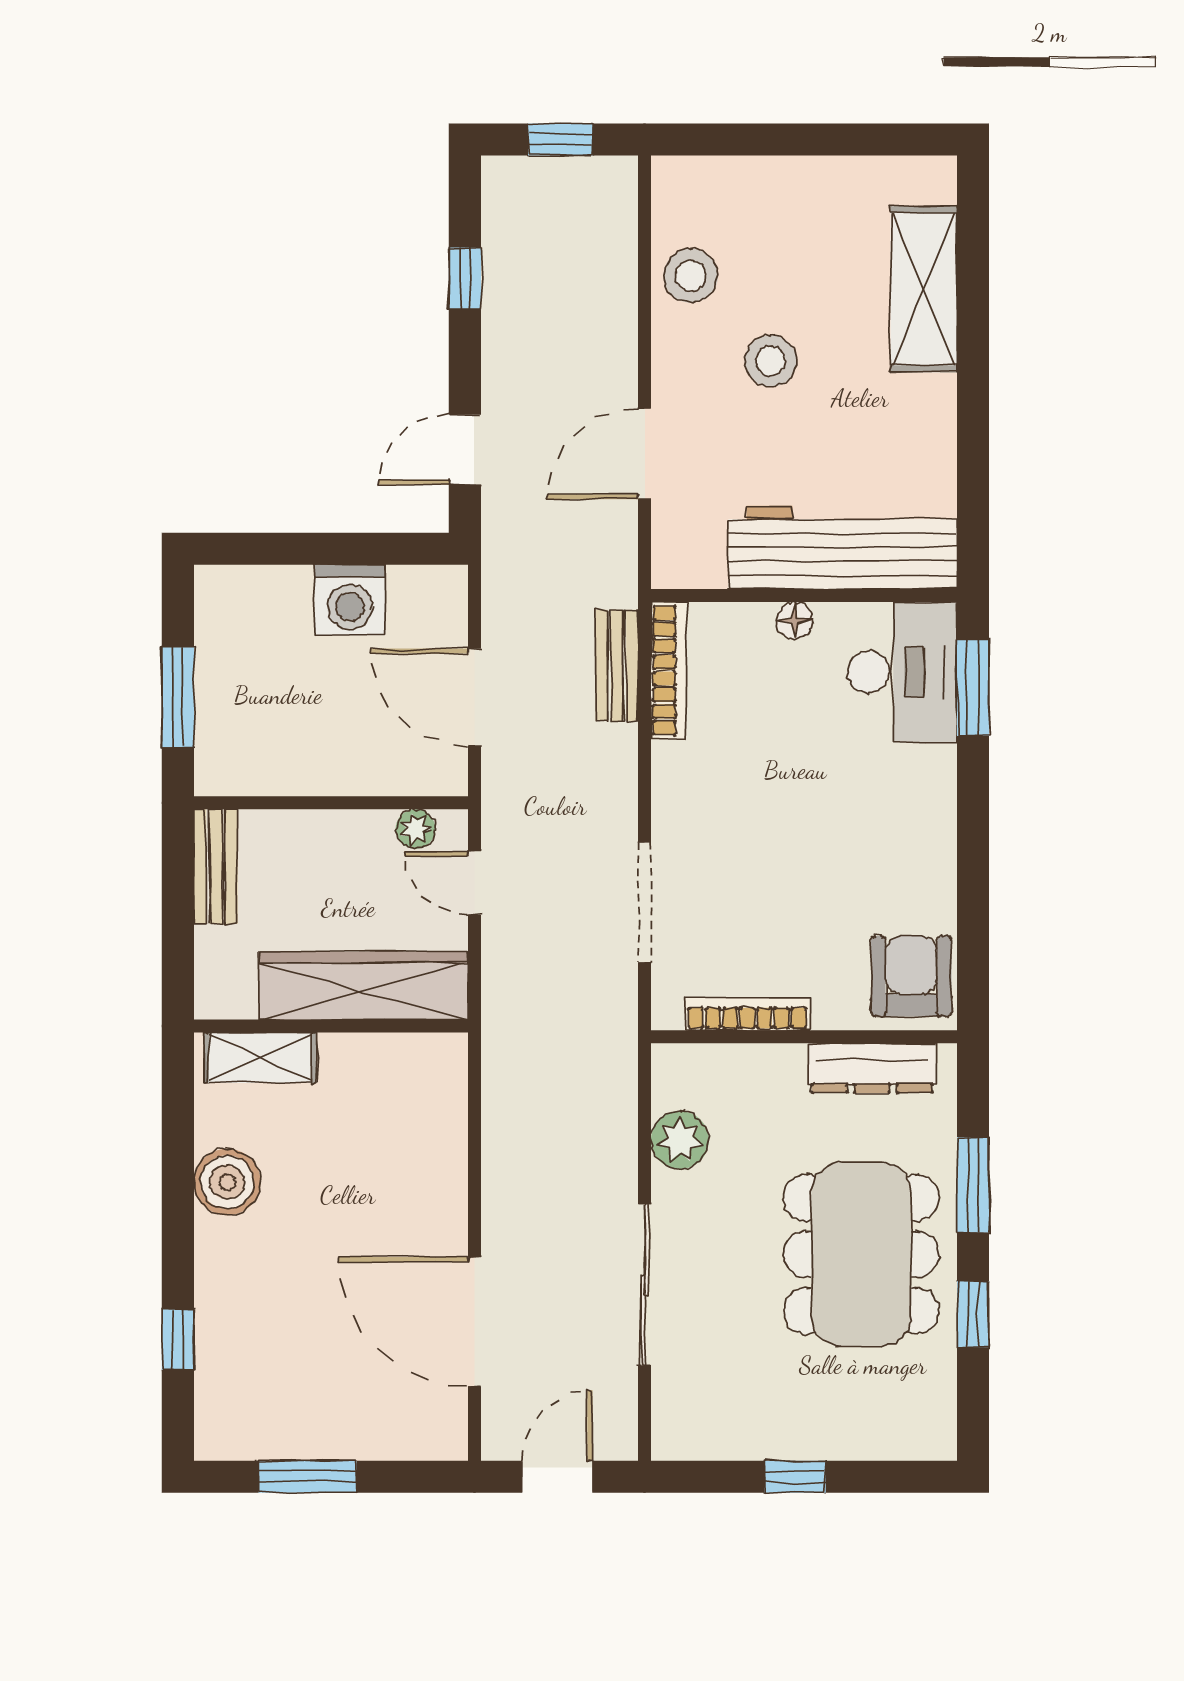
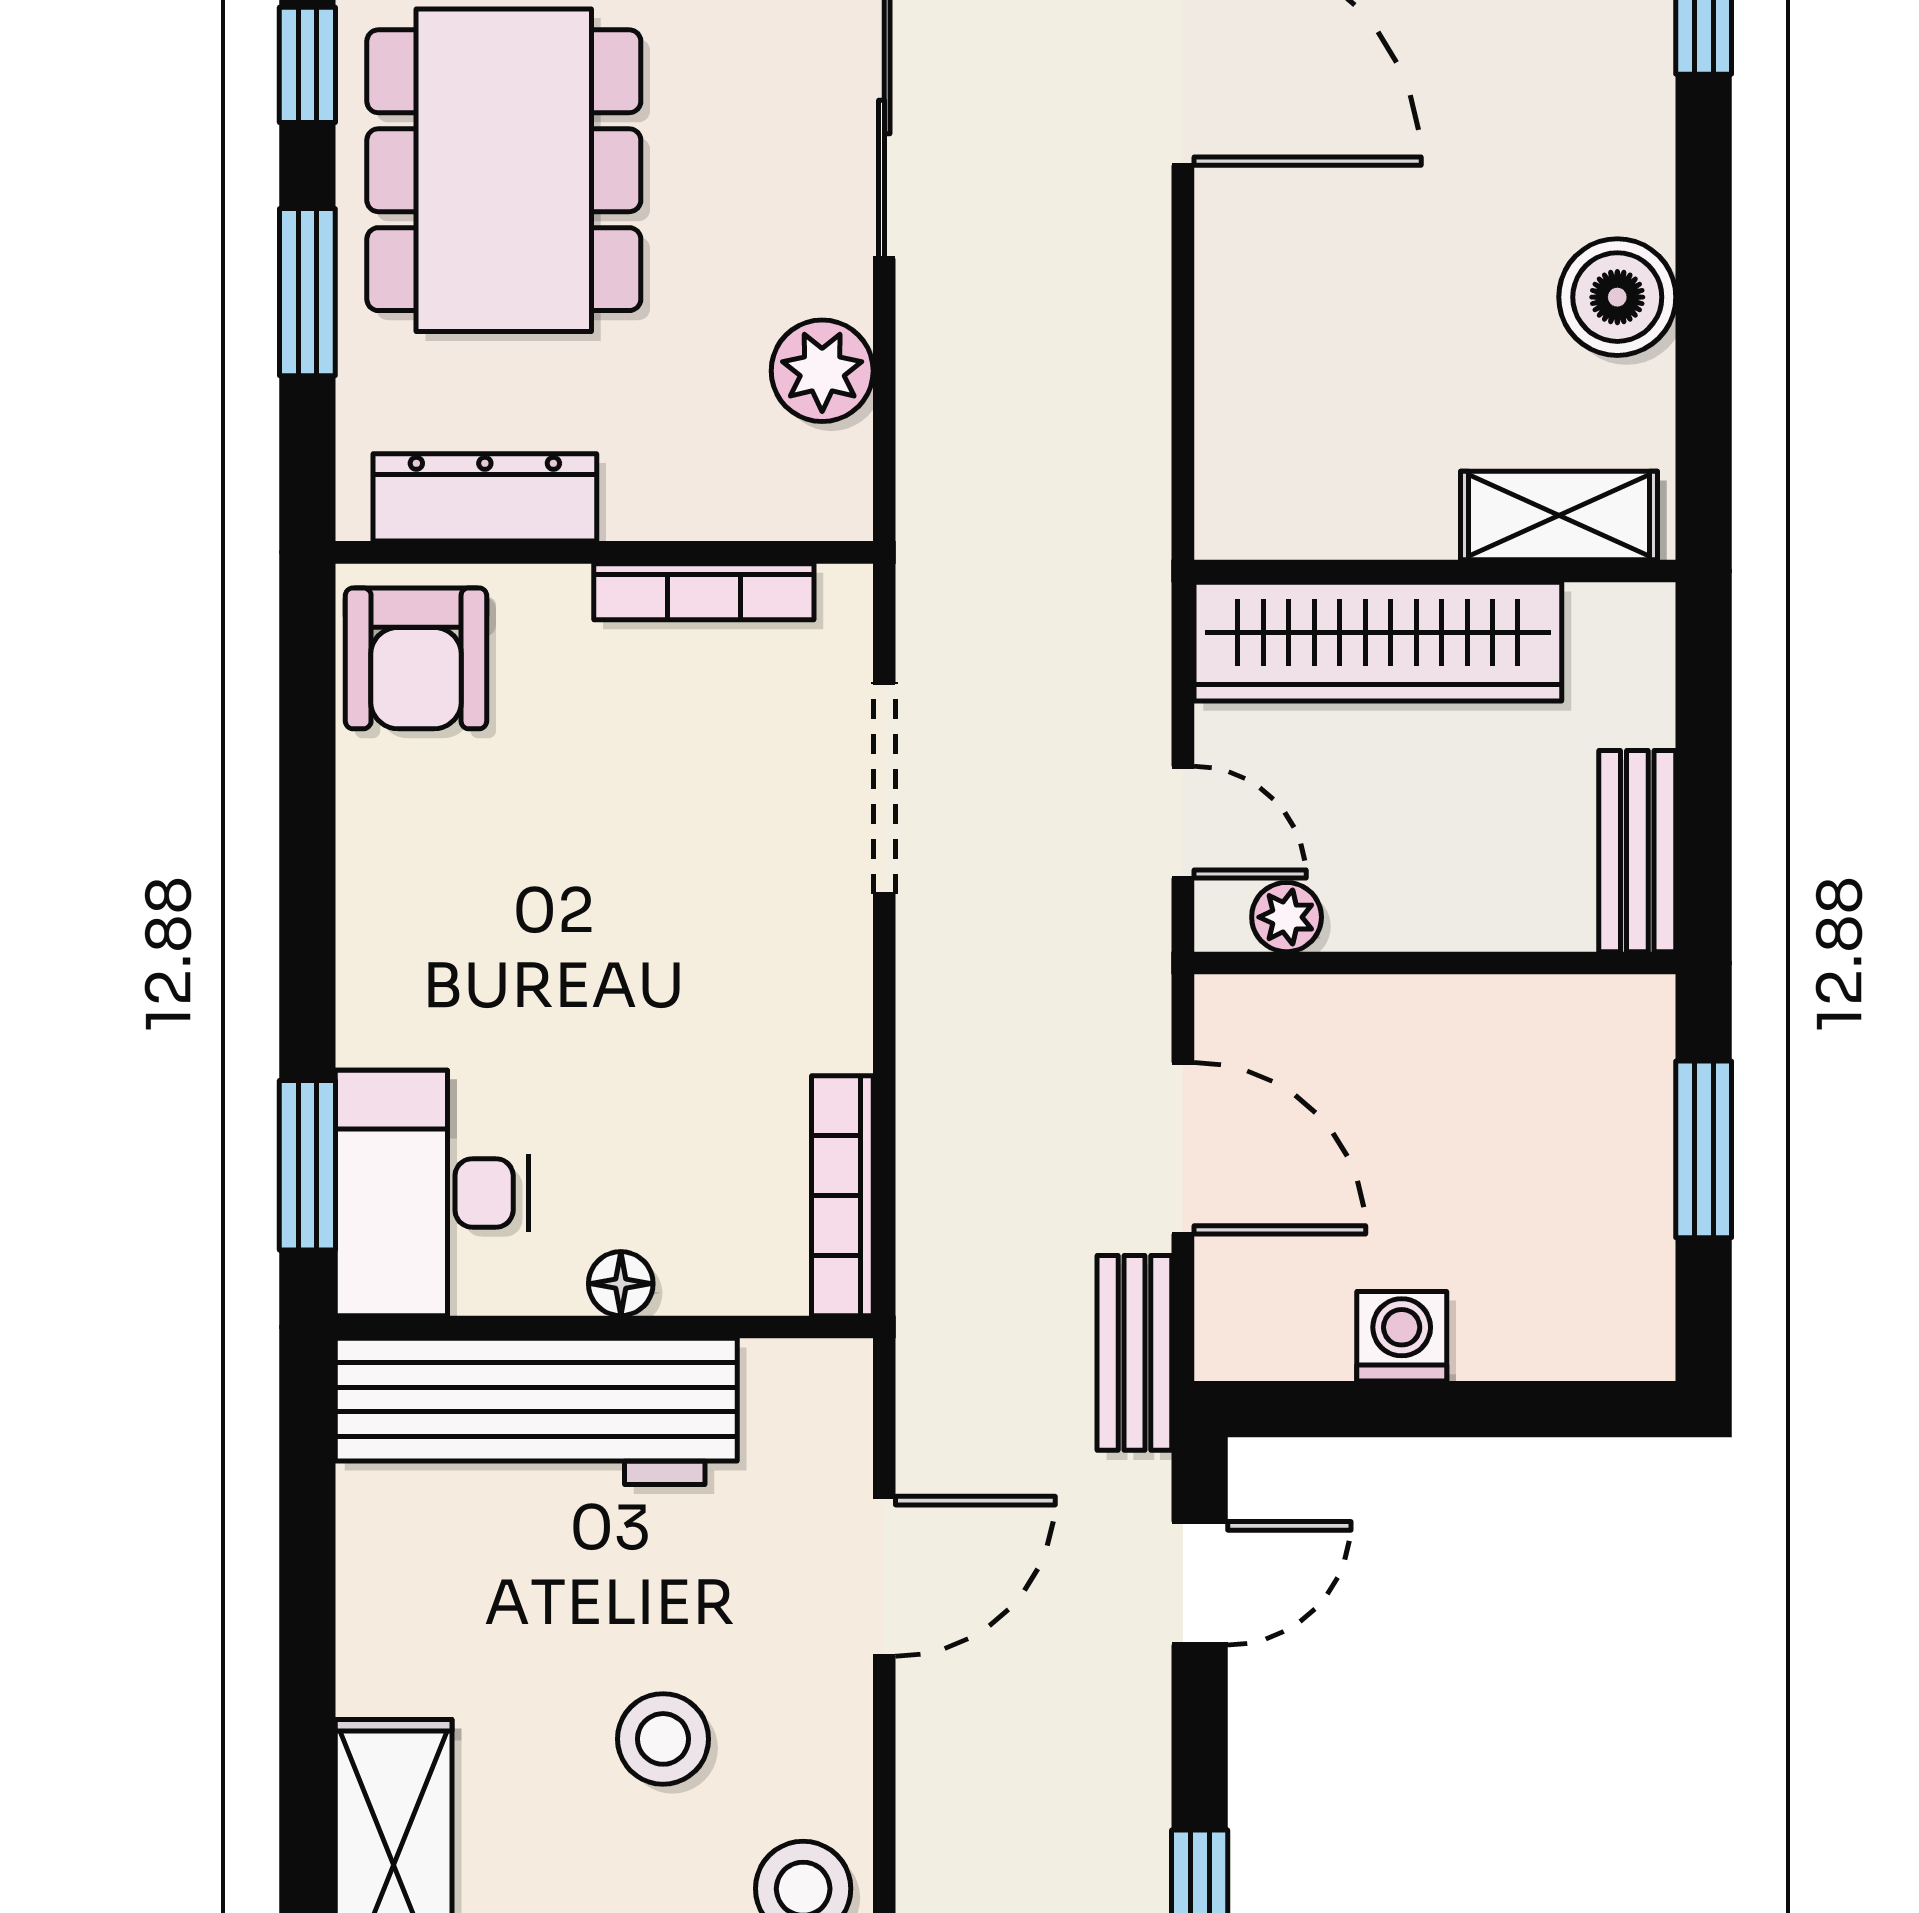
washing machine: (350, 600) -> (1402, 1336), width x0.73, depth x0.73
bench: (617, 665) -> (1134, 1353), moved

